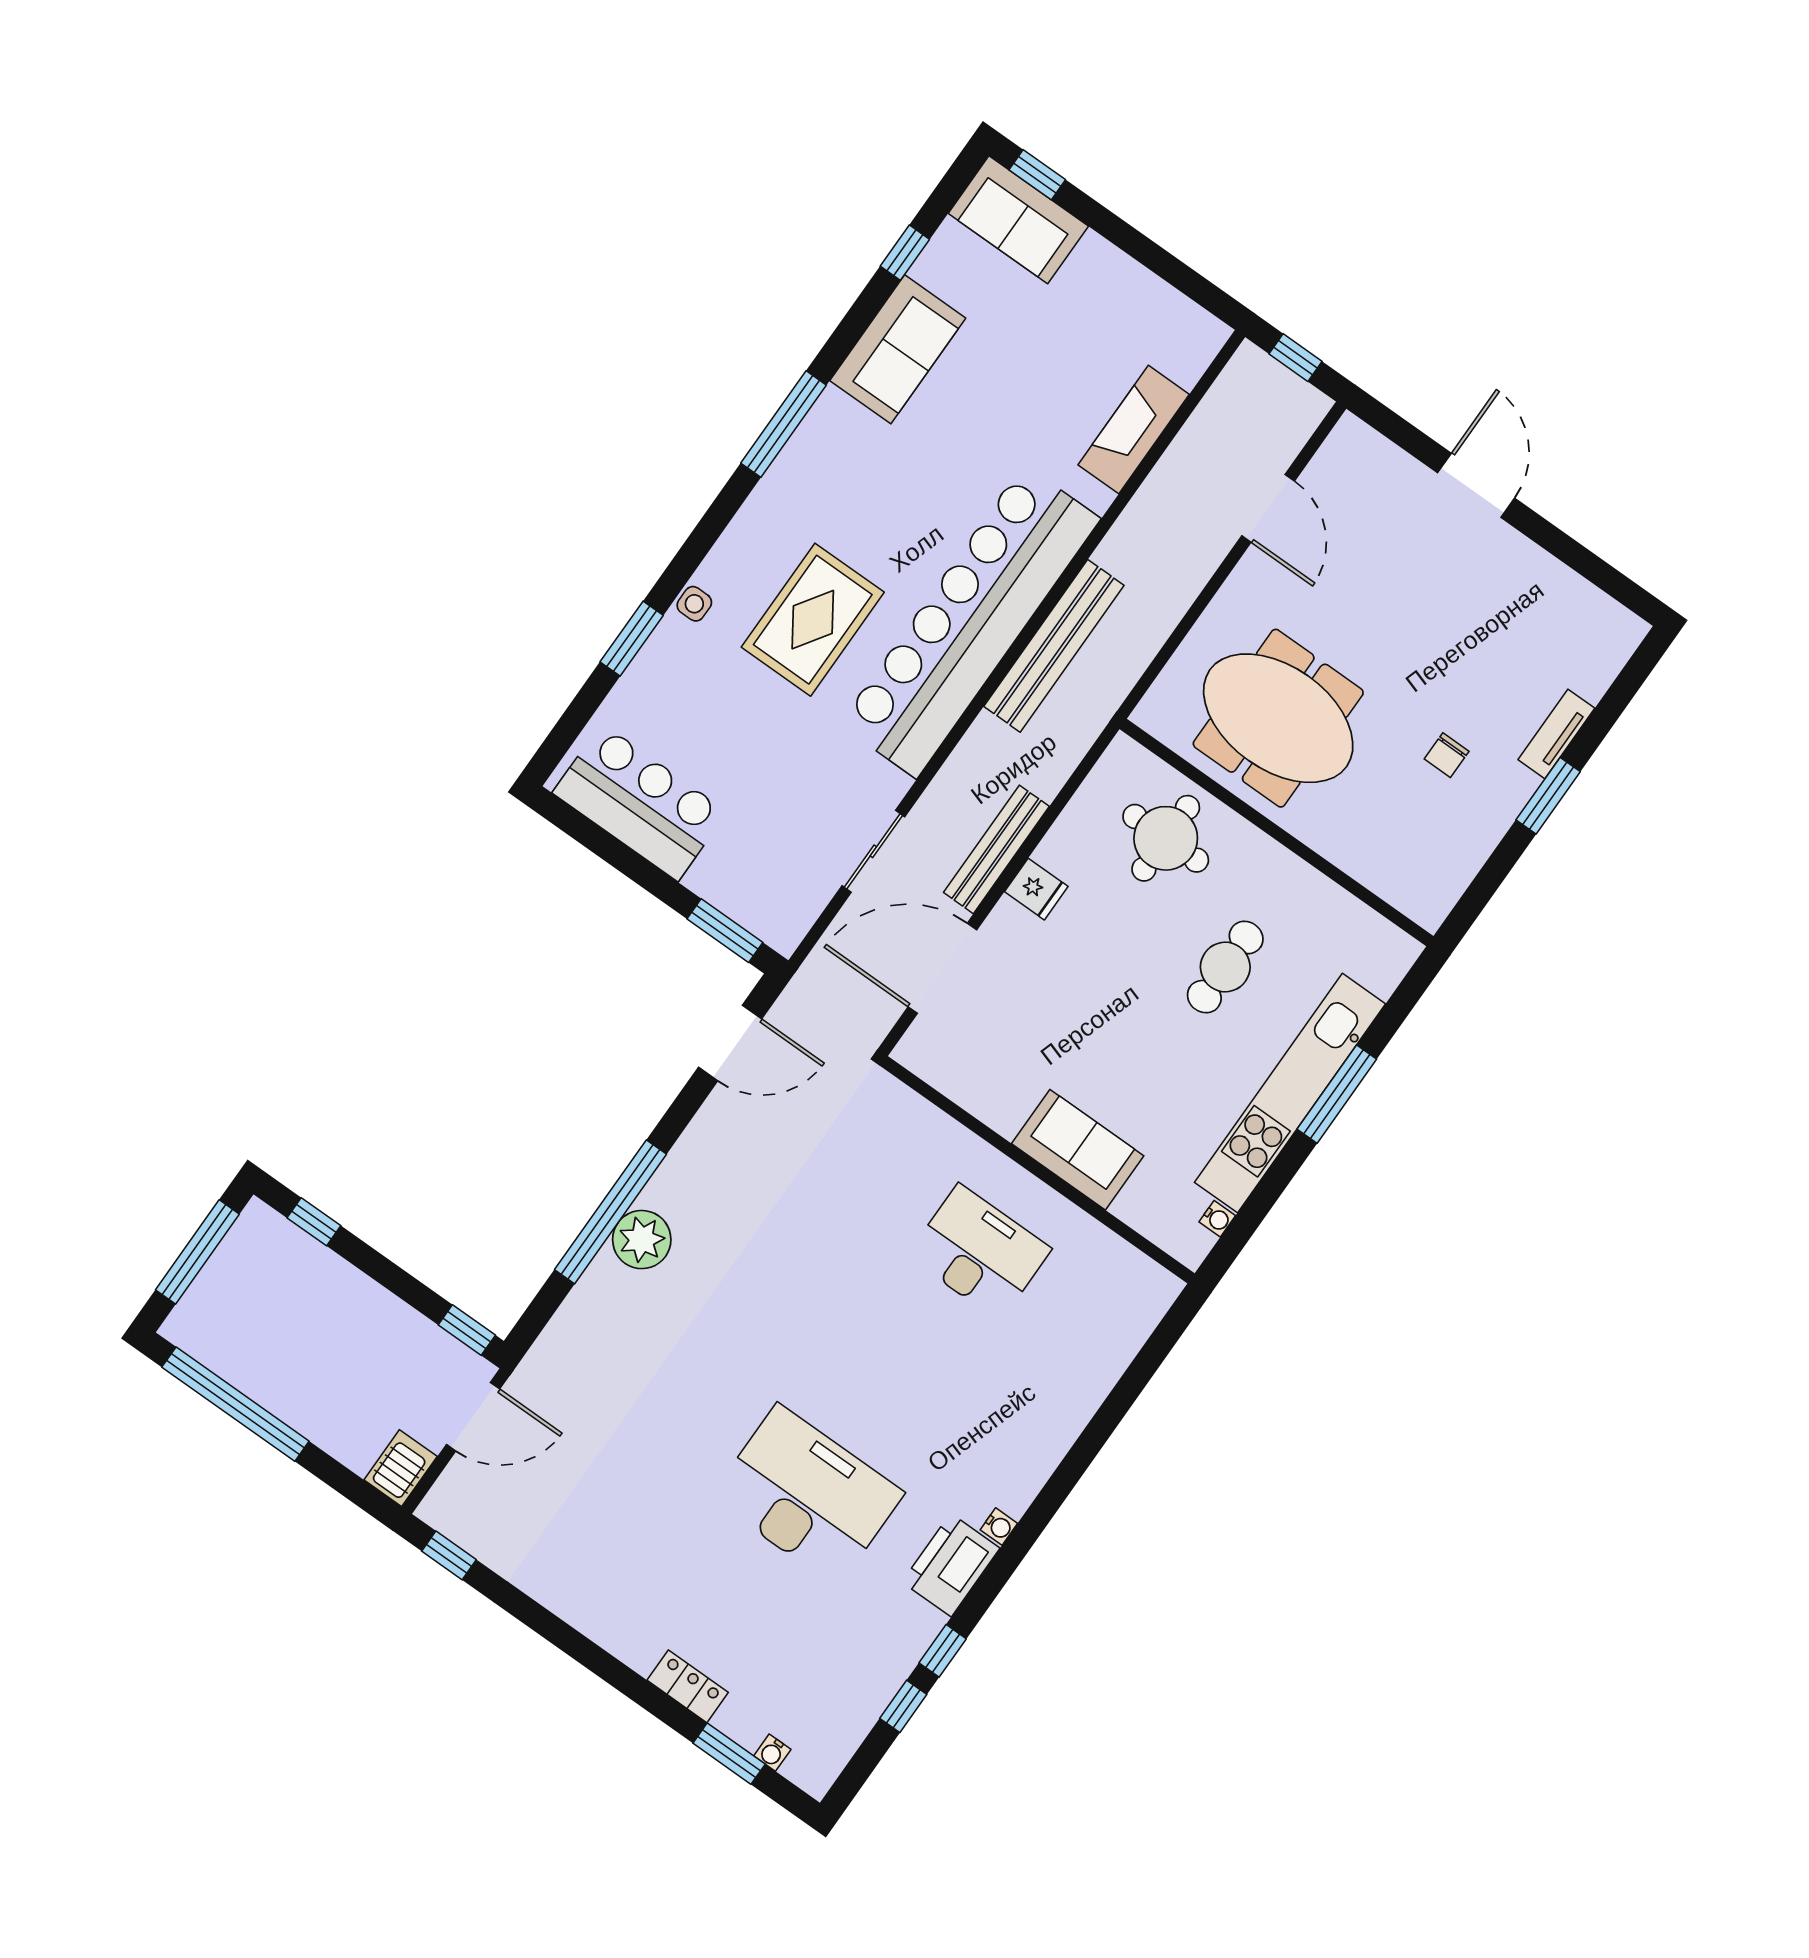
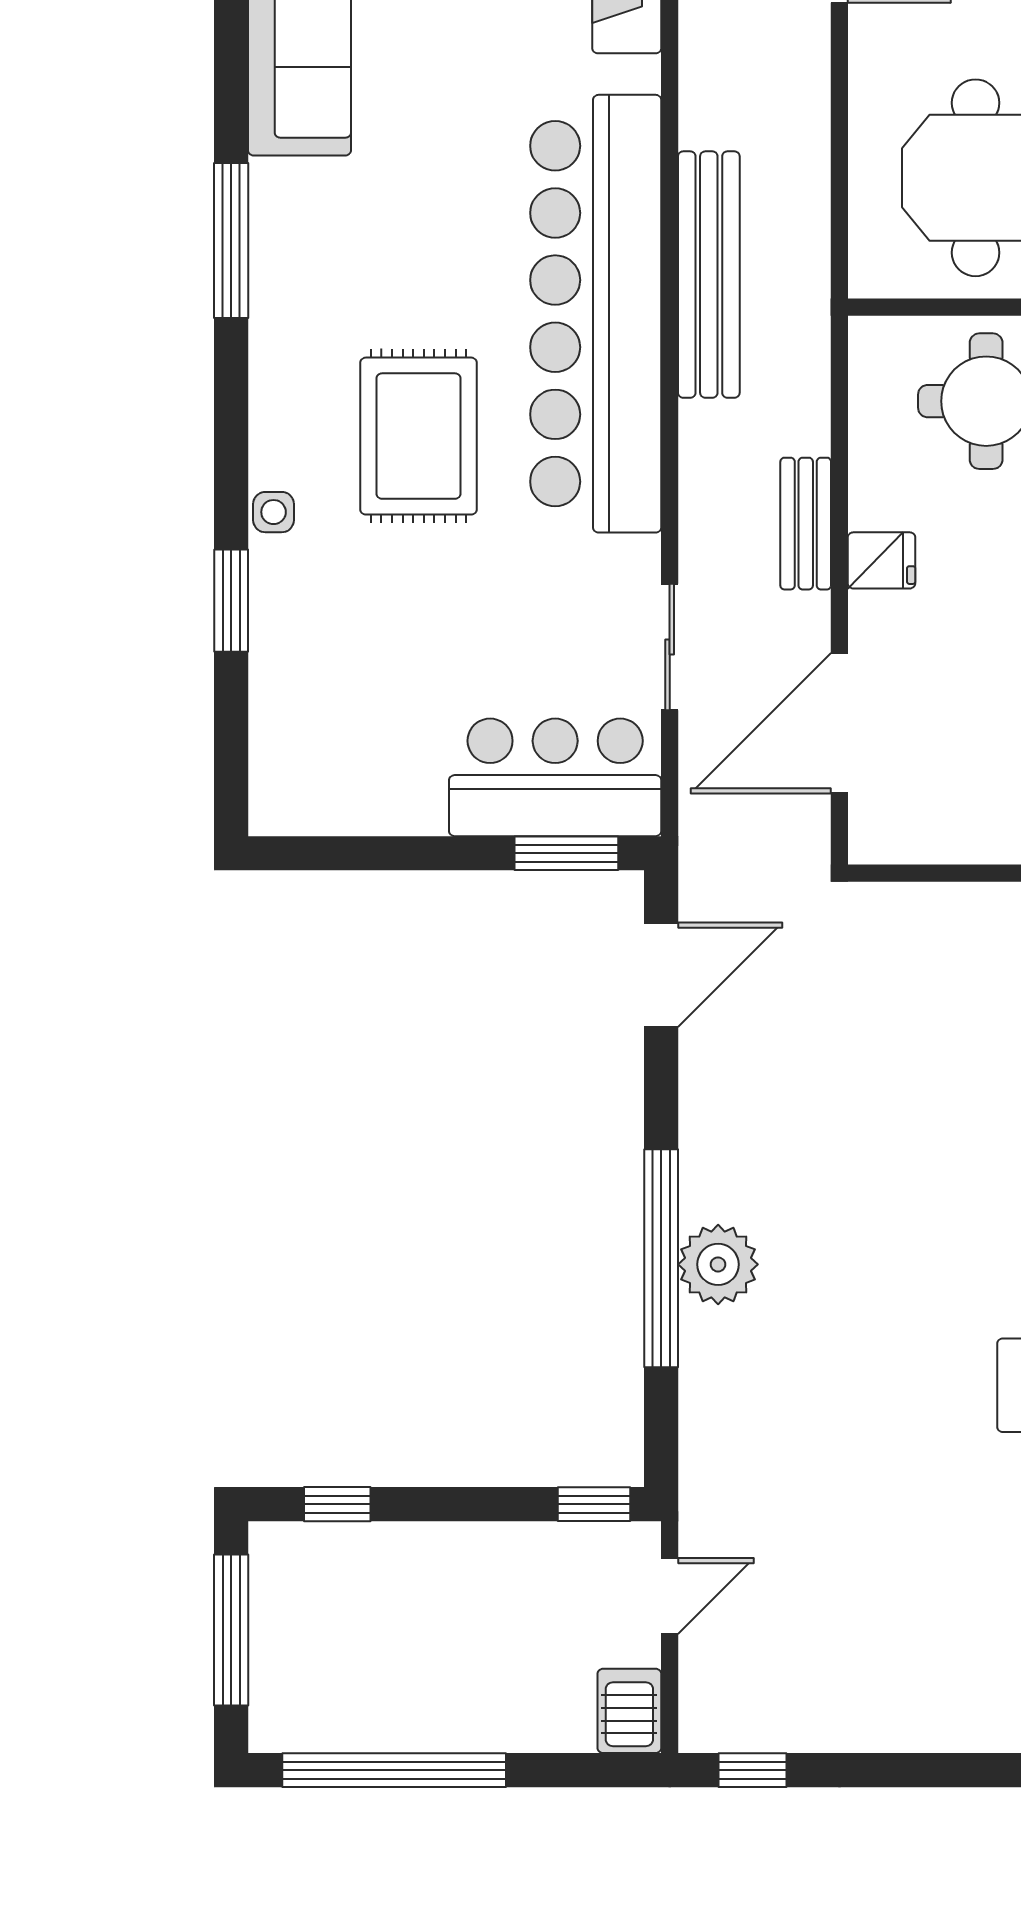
bar counter: (640, 802) -> (555, 777), moved
bench: (996, 849) -> (806, 524), width x0.73
door: (473, 1417) -> (670, 1596), width x0.73

